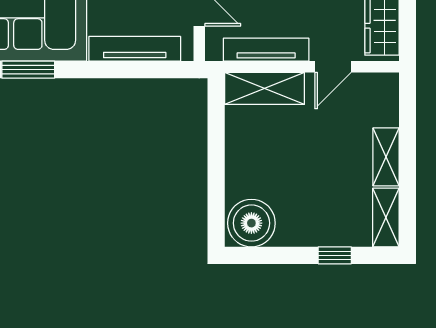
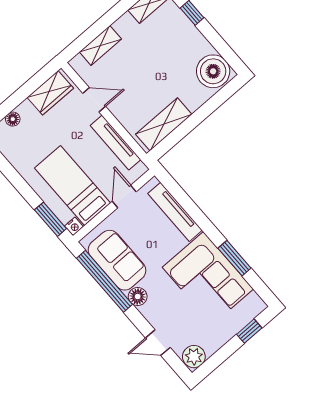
shelving: (265, 88) -> (164, 124), moved, turned 90
shelving: (386, 157) -> (100, 45), moved

